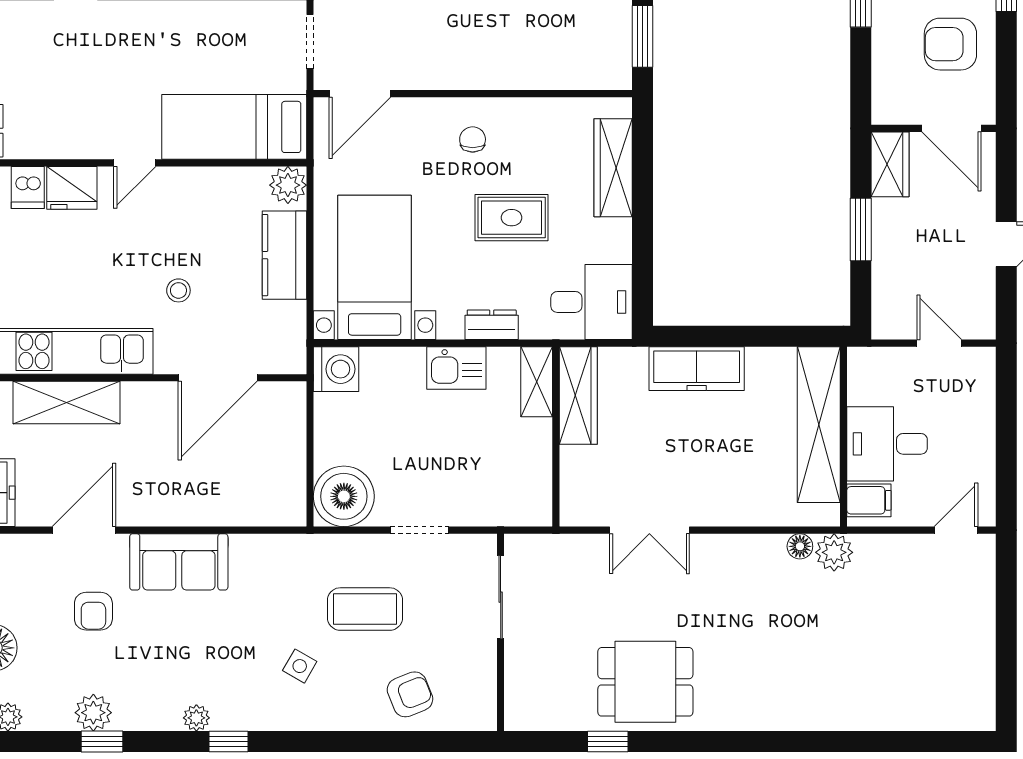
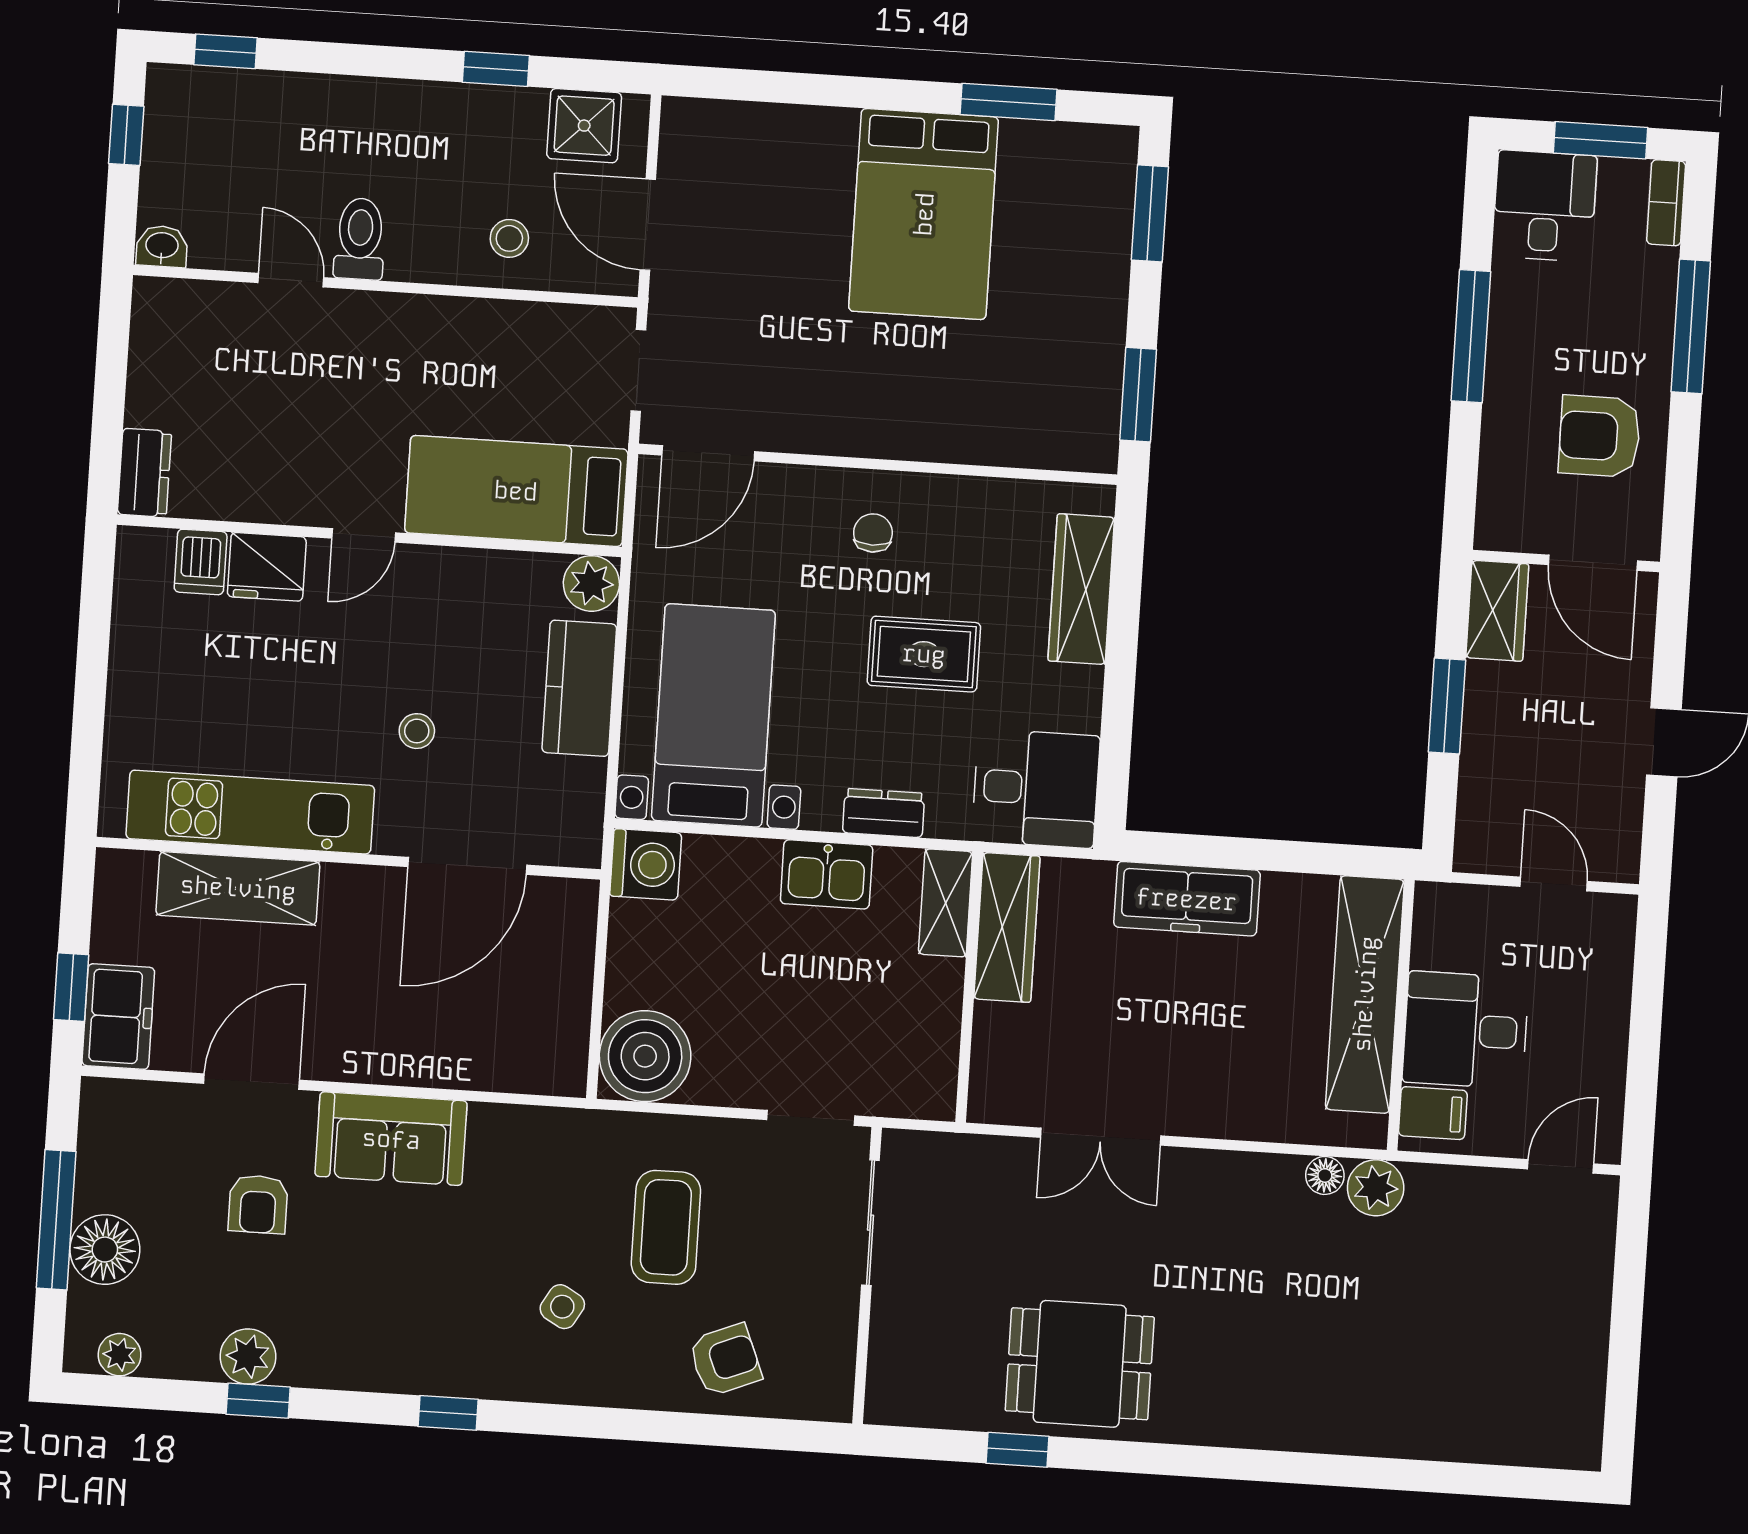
doorway: (420, 530) -> (811, 1118), moved
coffee table: (365, 609) -> (666, 1227), turned 90
plant: (196, 718) -> (402, 1374), removed

